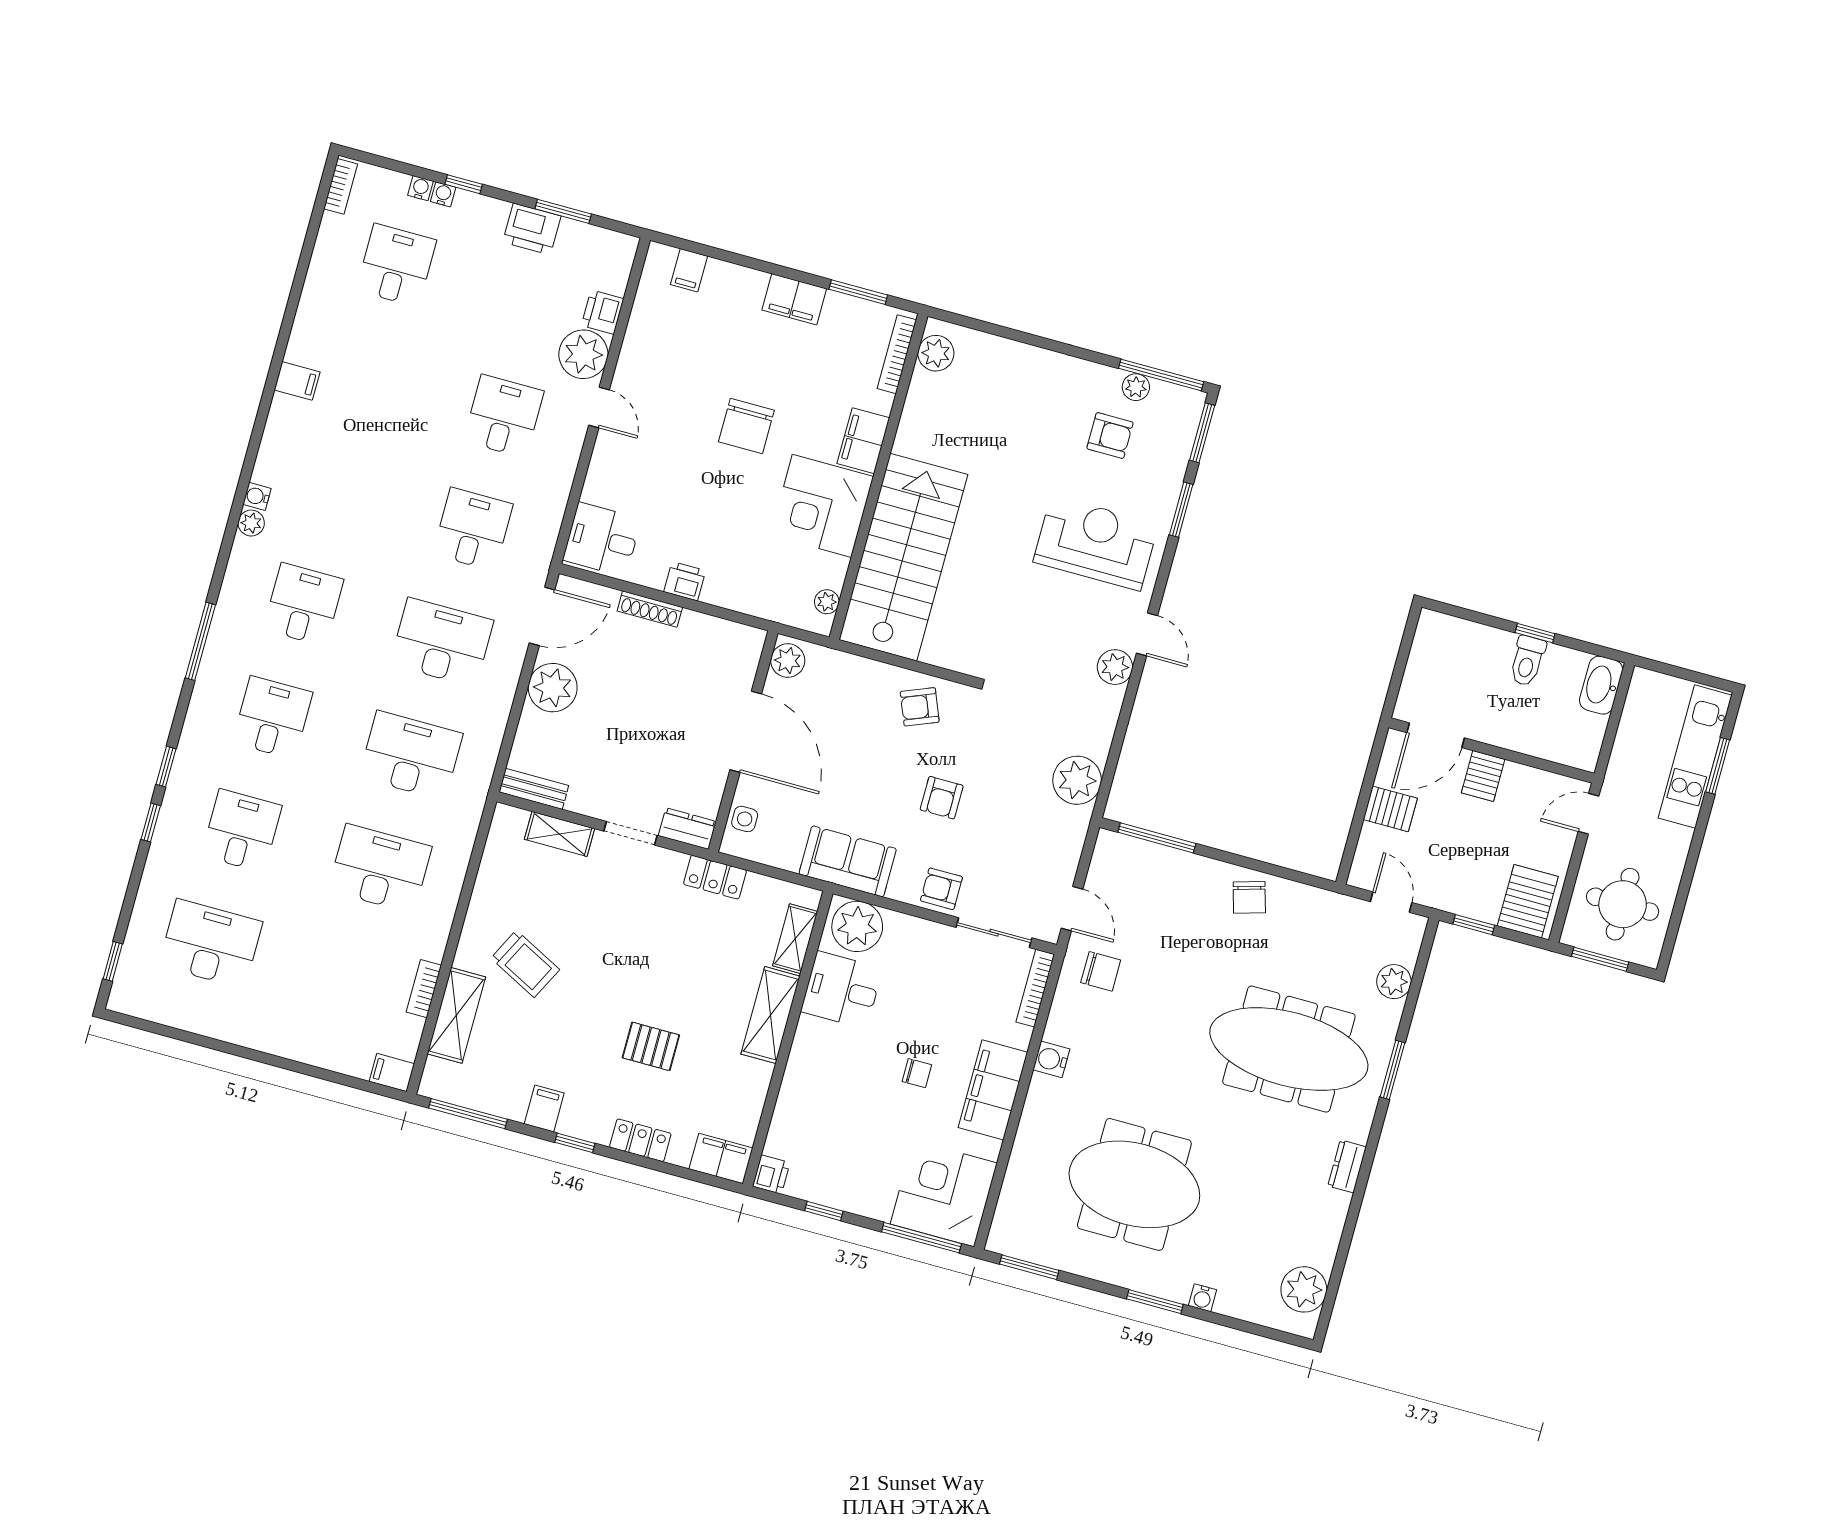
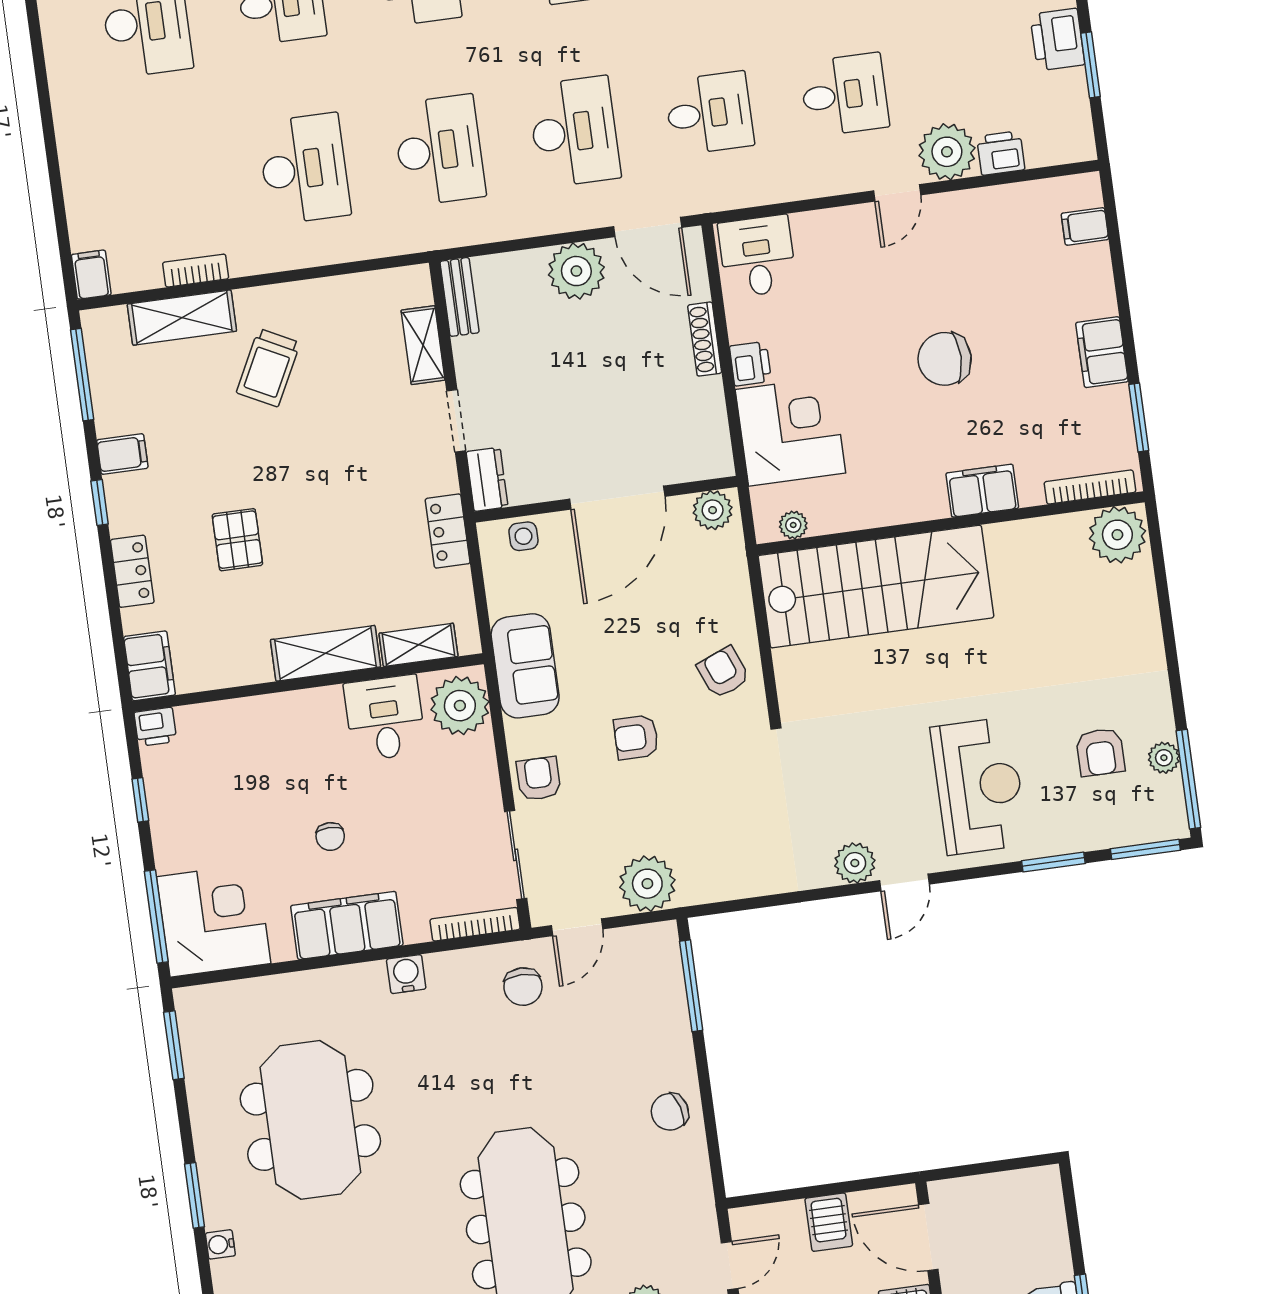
plant: (936, 353) -> (1117, 535), width x1.36, depth x1.36
corner desk: (822, 506) -> (790, 431), moved, turned 90
plant: (1077, 780) -> (647, 884), moved

